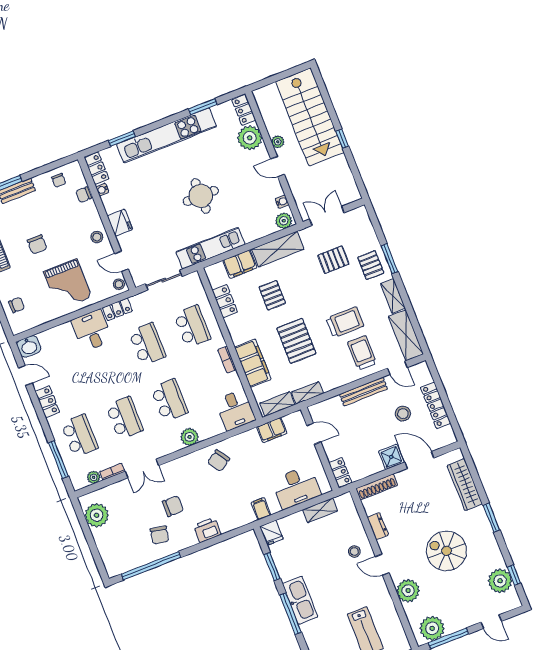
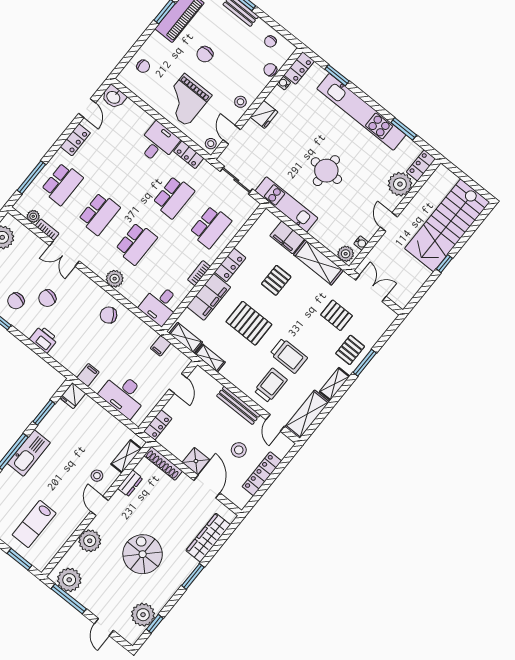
plant: (278, 142) -> (410, 210), removed
locker: (225, 301) -> (230, 265), moved
pallet: (296, 341) -> (249, 323), turned 90
filing cabinet: (272, 430) -> (161, 346), width x0.50
chair: (173, 506) -> (47, 298), turned 105
shelving: (320, 510) -> (126, 456), moved, turned 90

